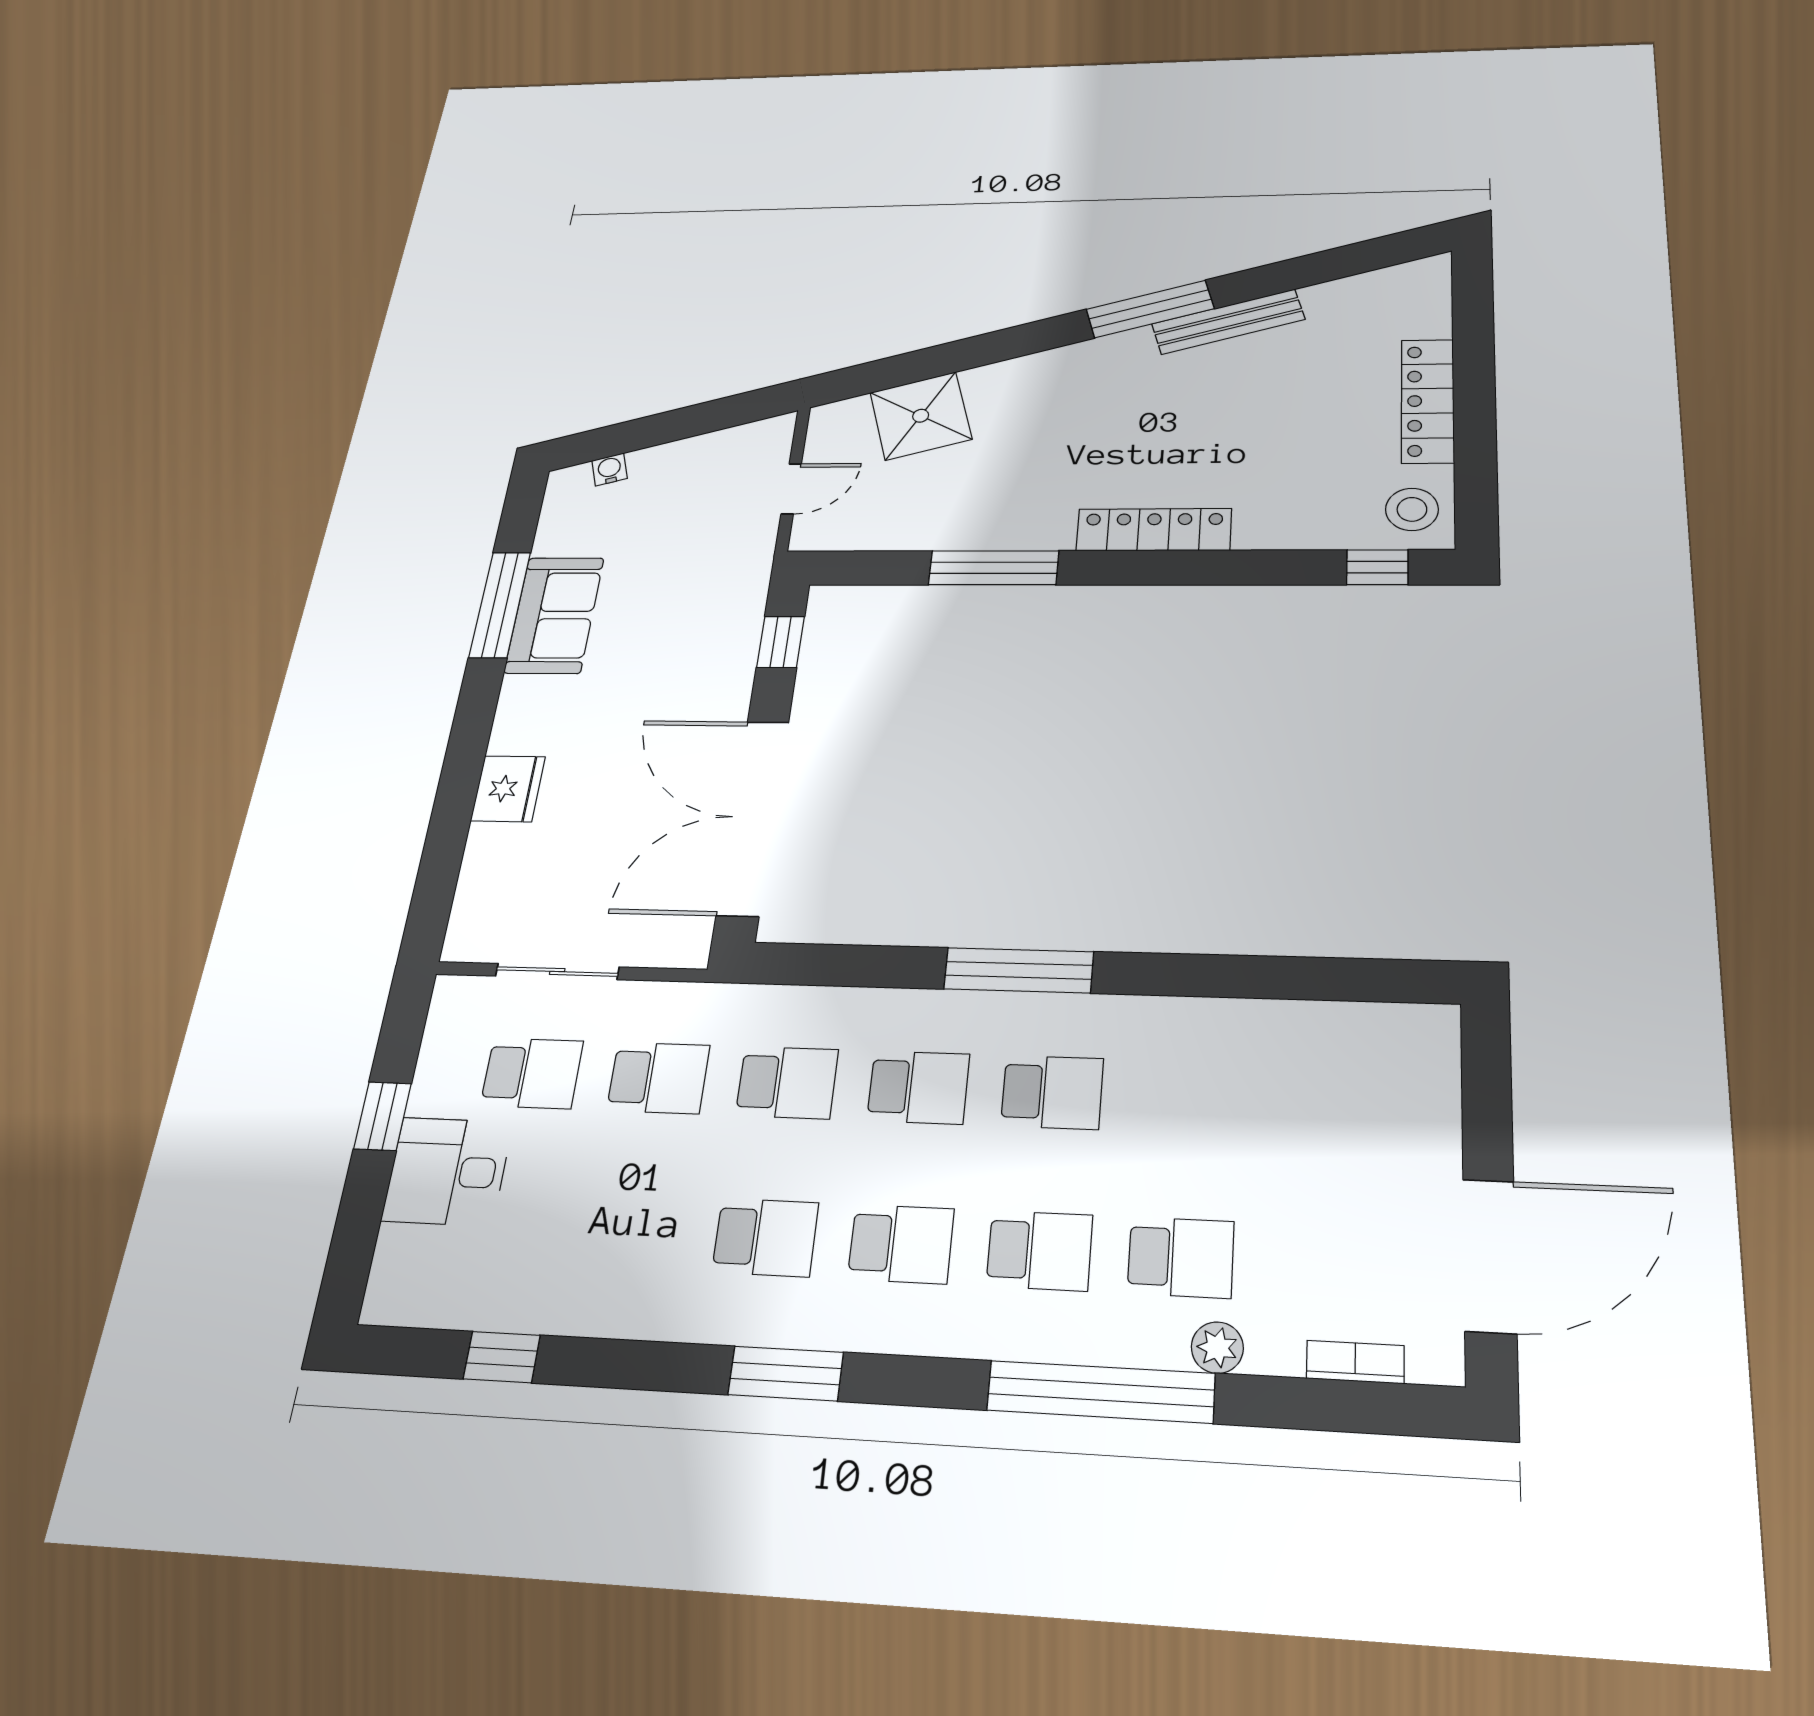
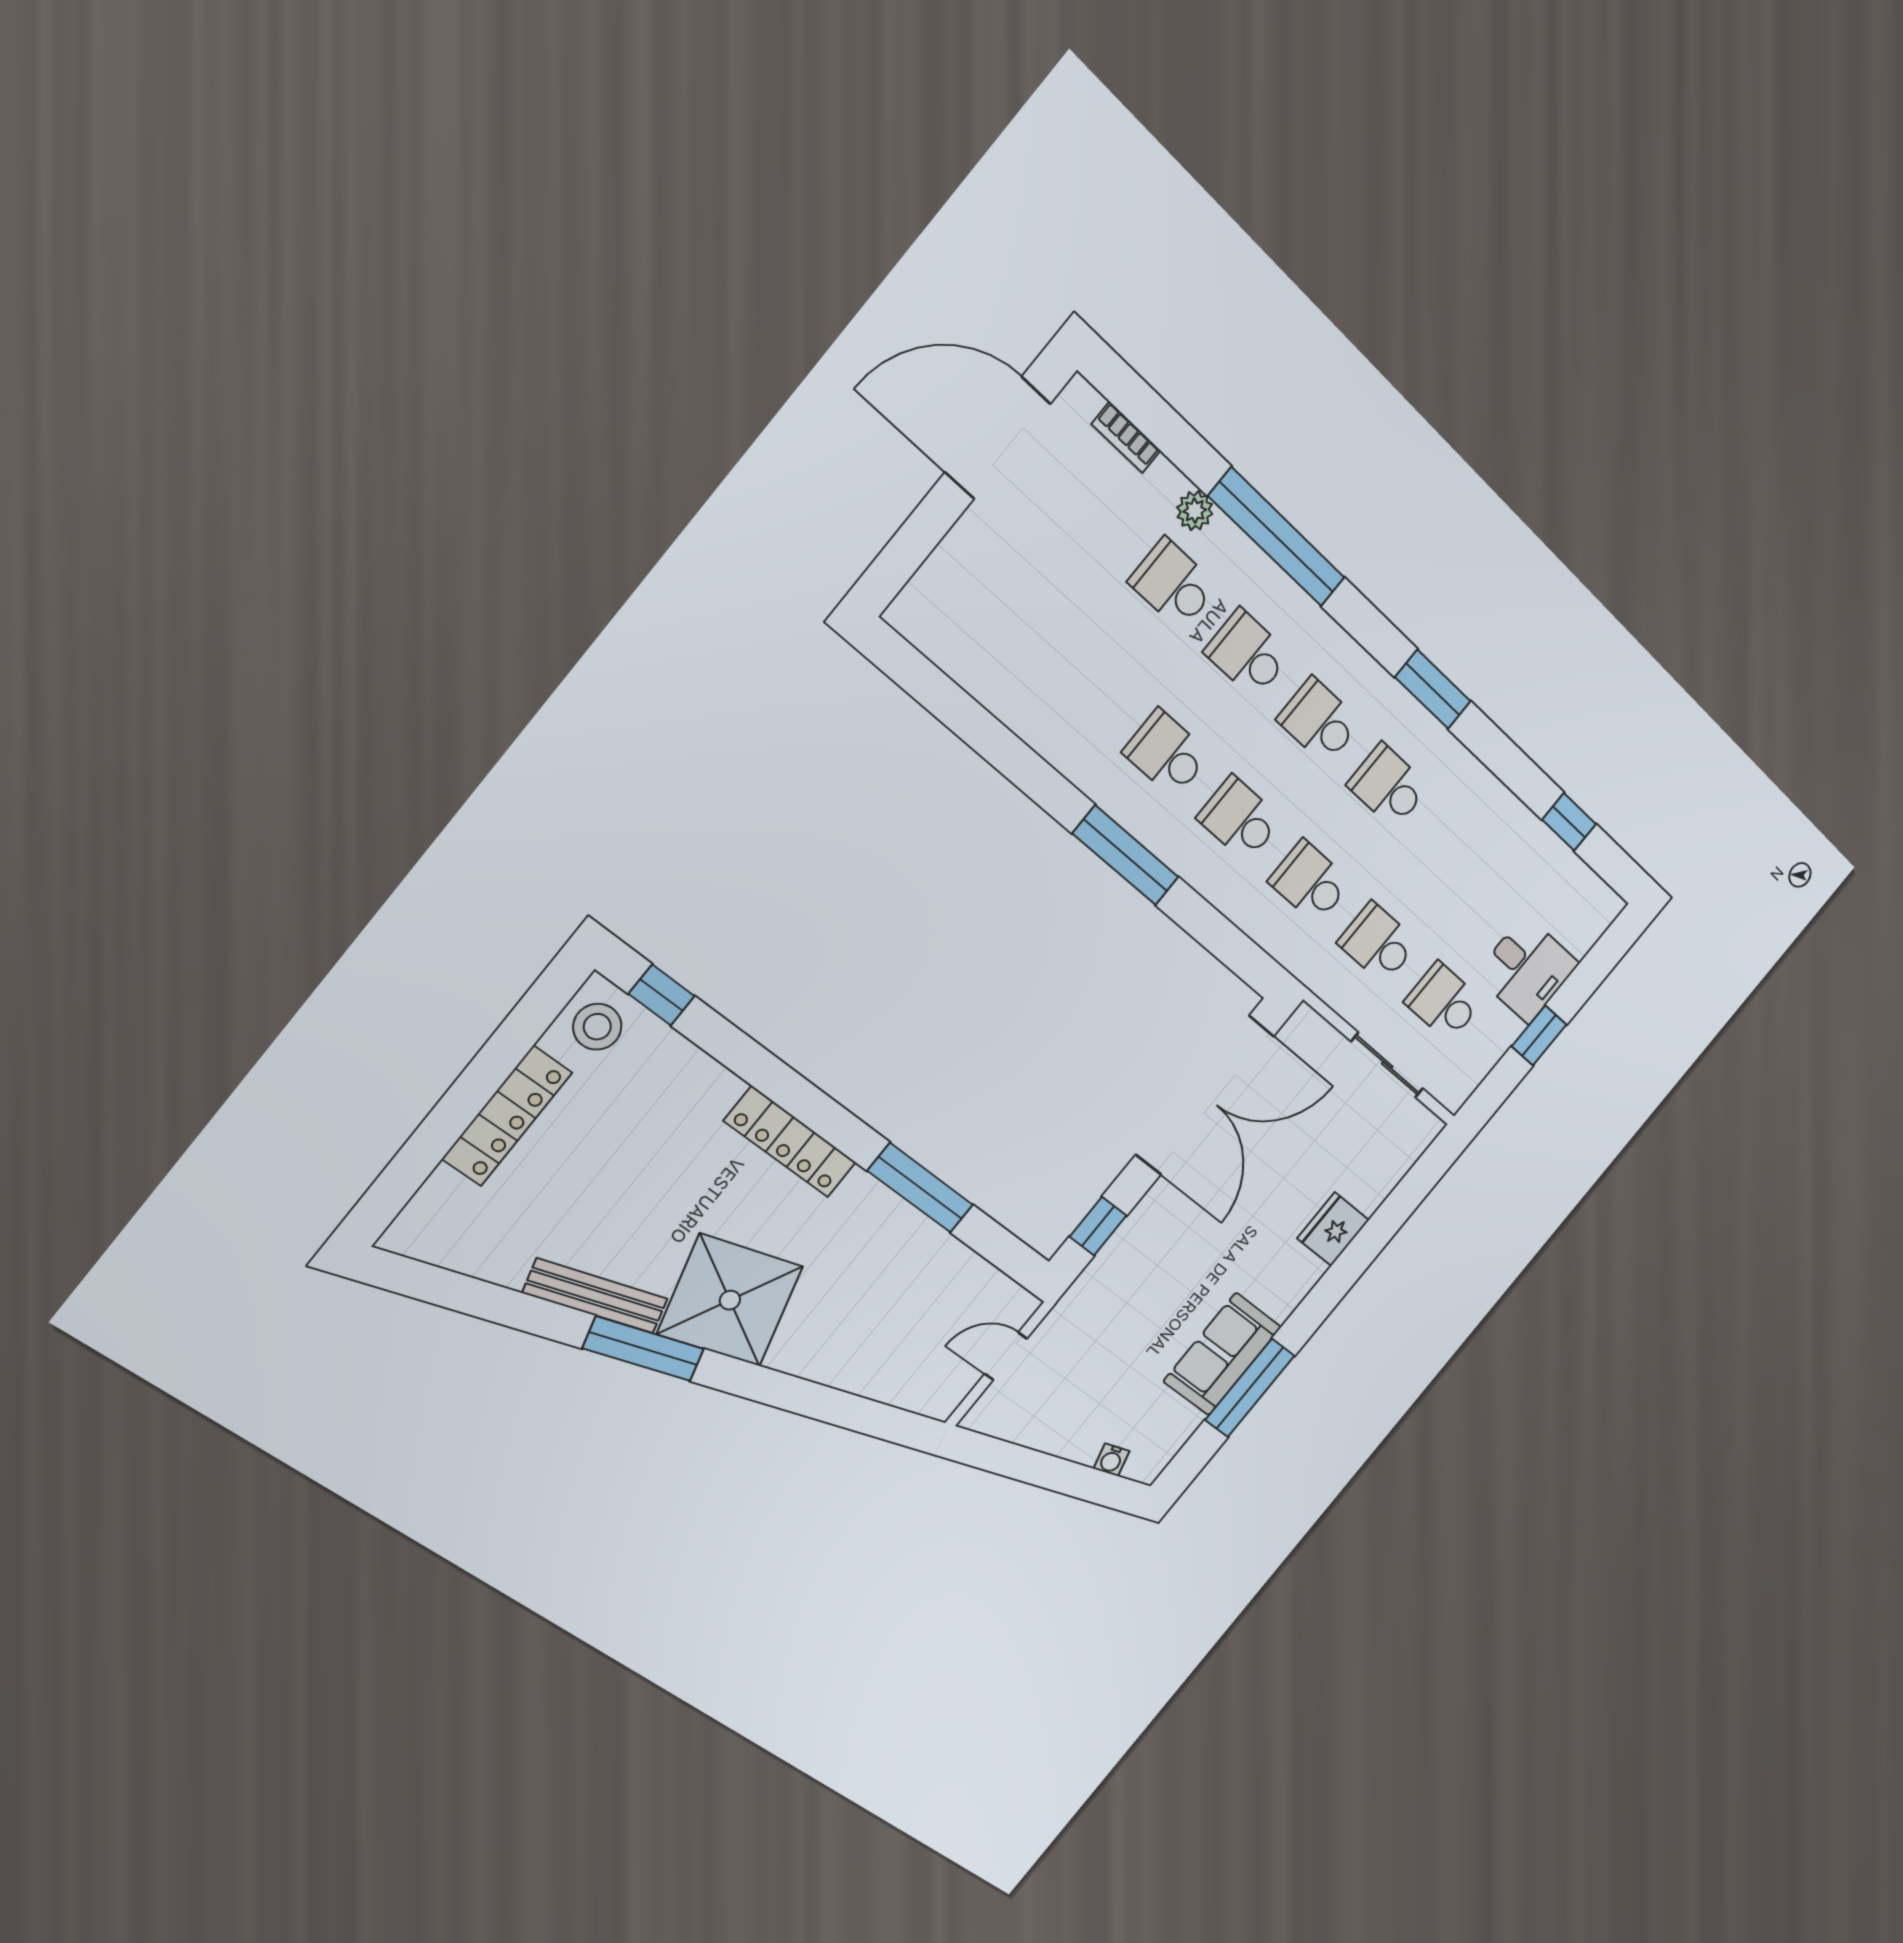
shower: (921, 416) -> (730, 1300), moved, width x1.37, depth x1.37

